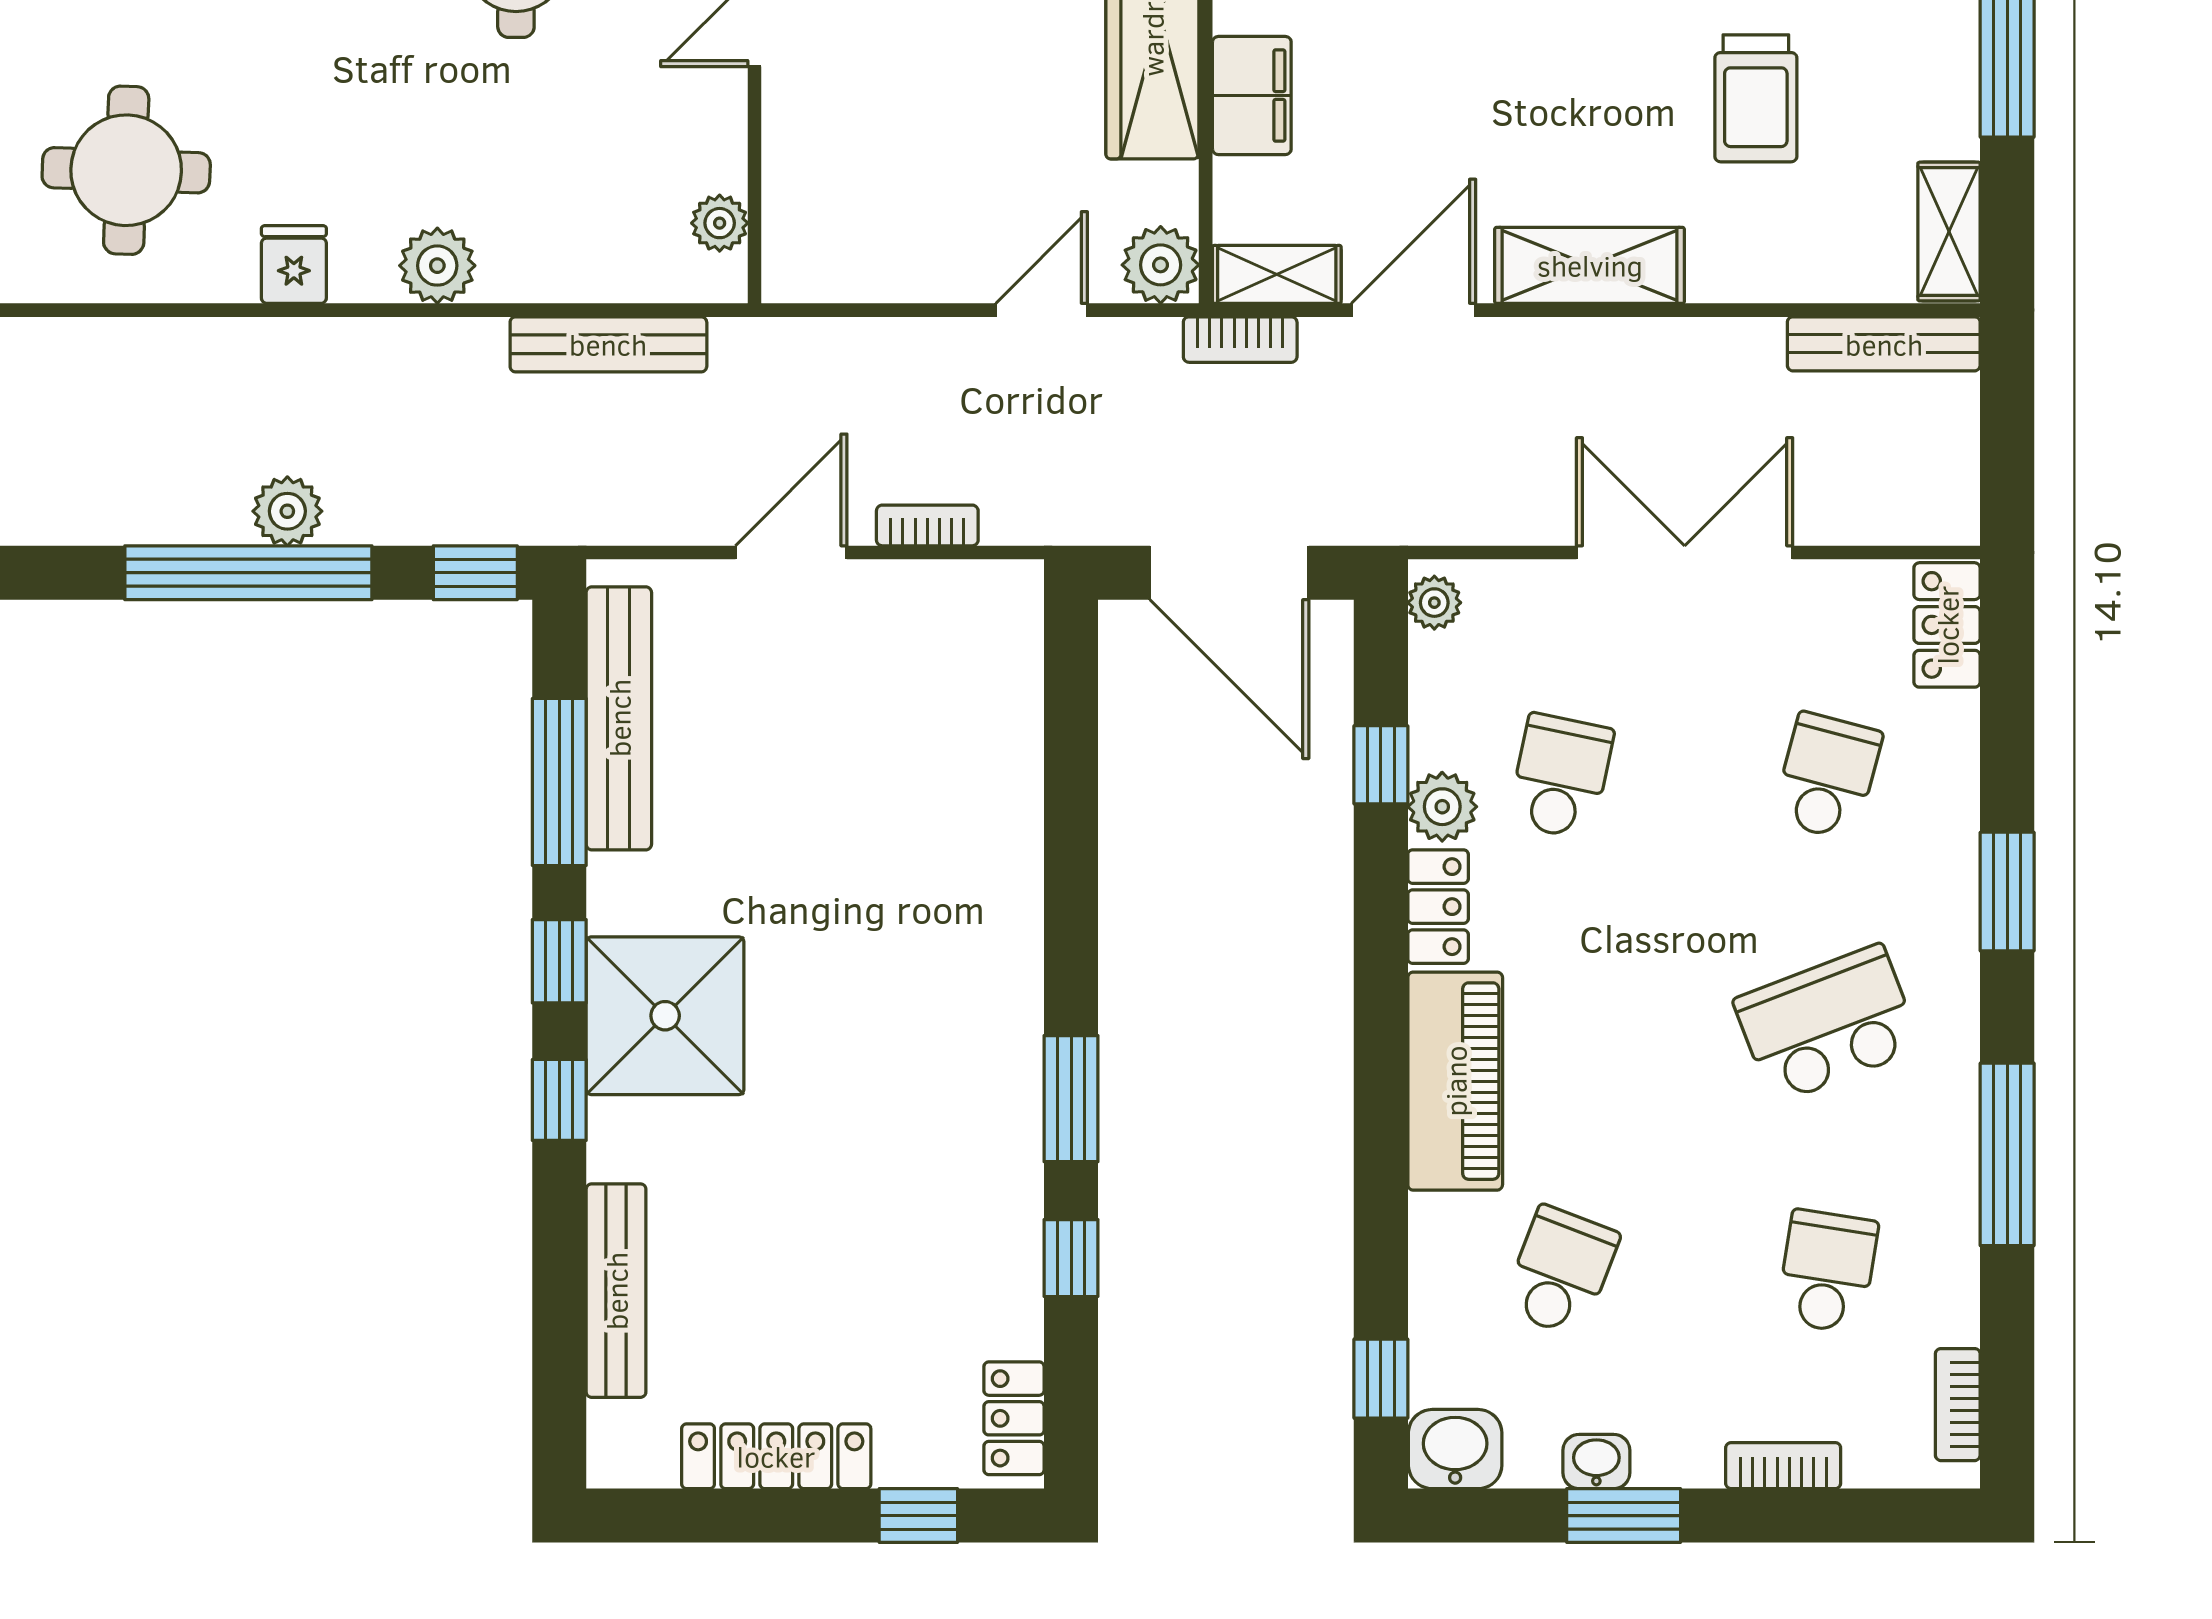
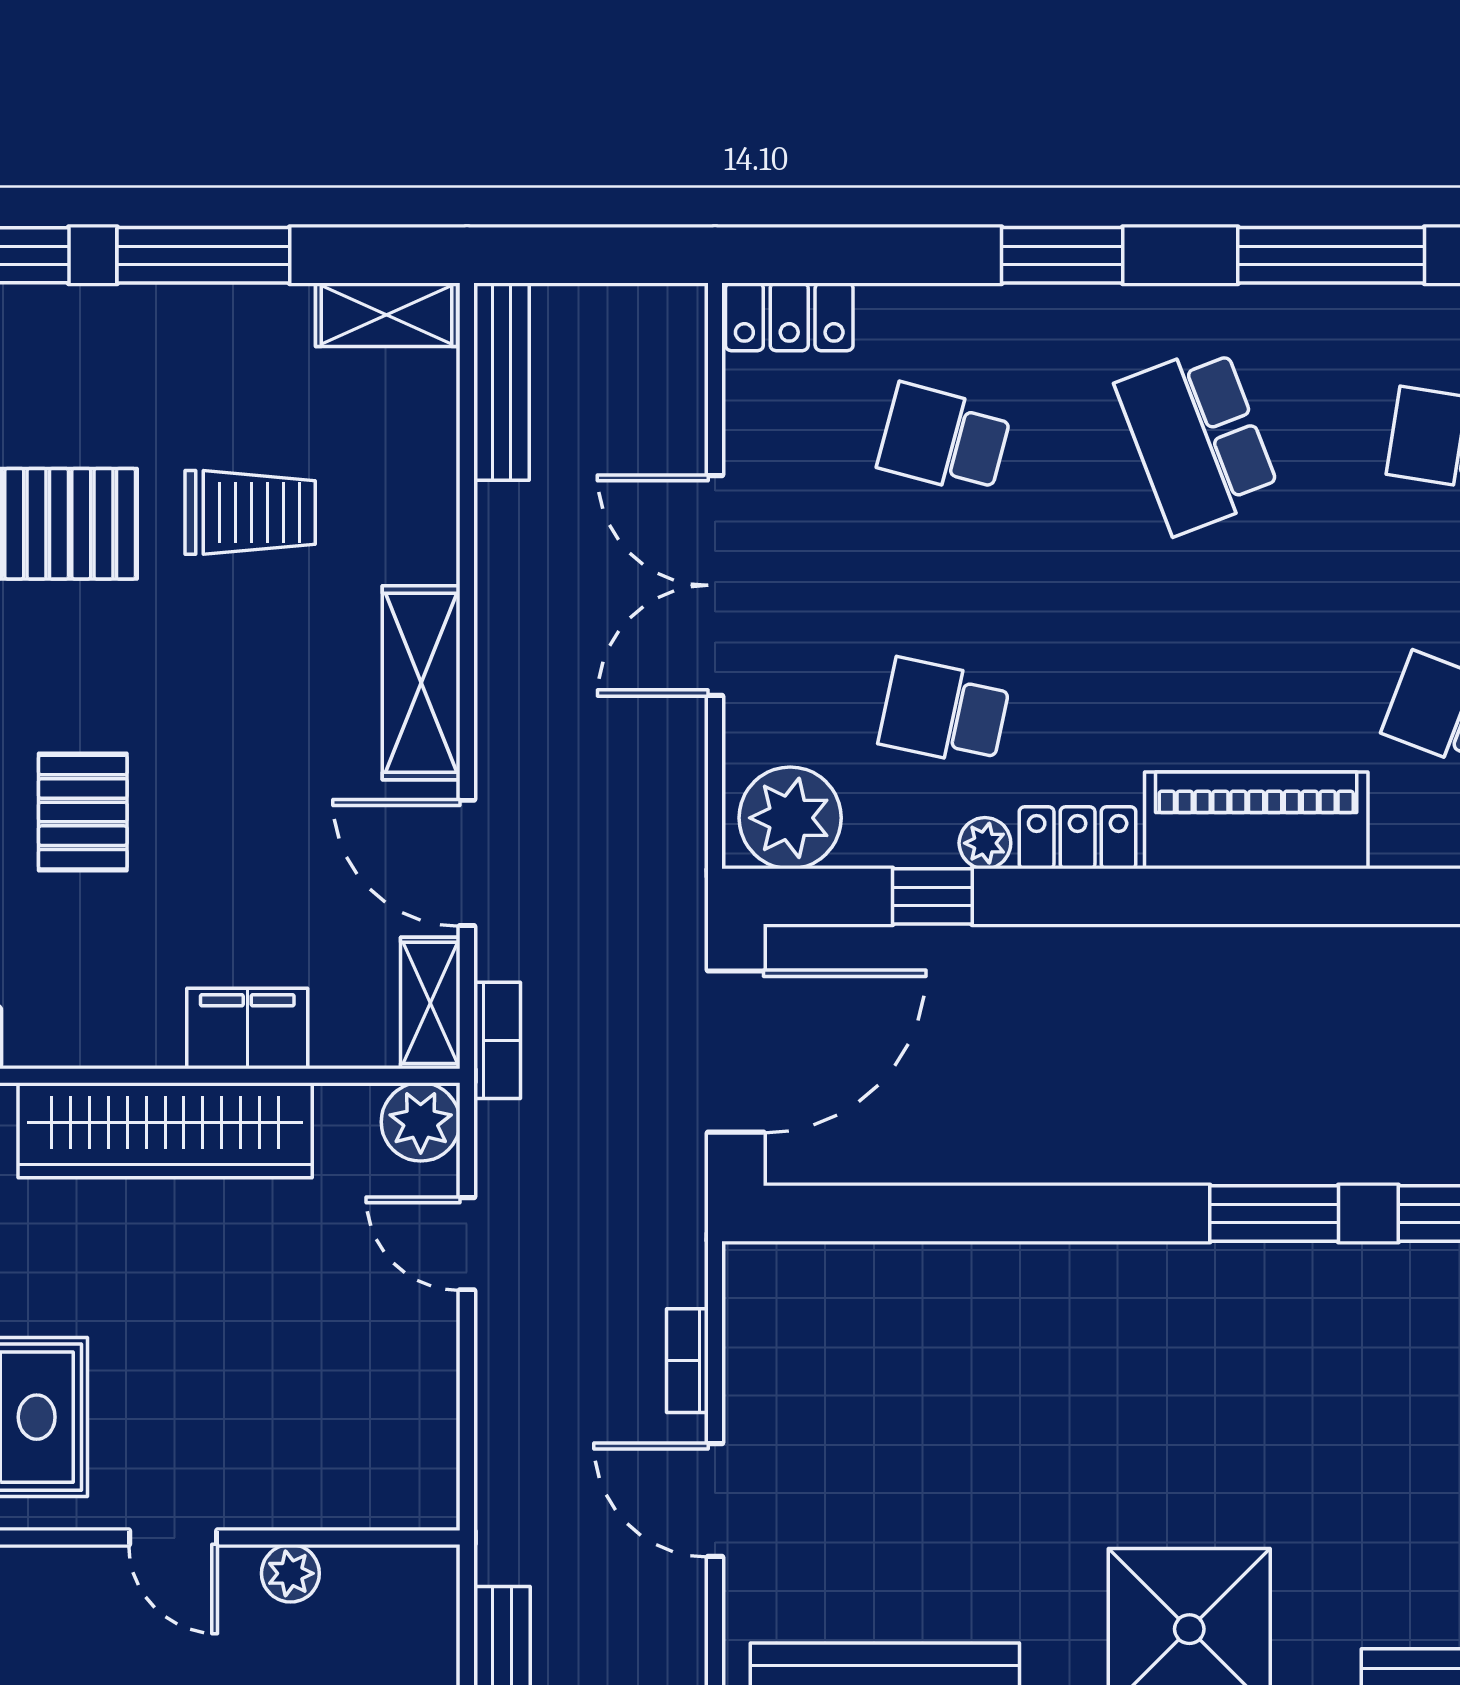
plant: (720, 223) -> (290, 1573), moved
plant: (1434, 603) -> (790, 818), width x1.88, depth x1.88
plant: (1442, 807) -> (985, 843), width x0.73, depth x0.73

